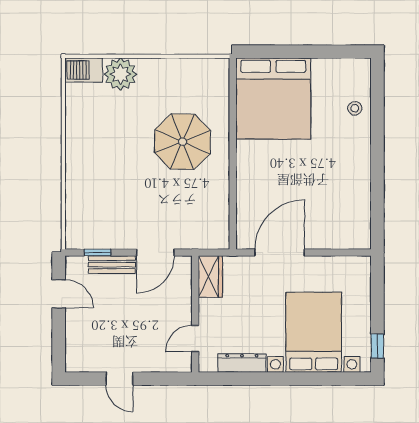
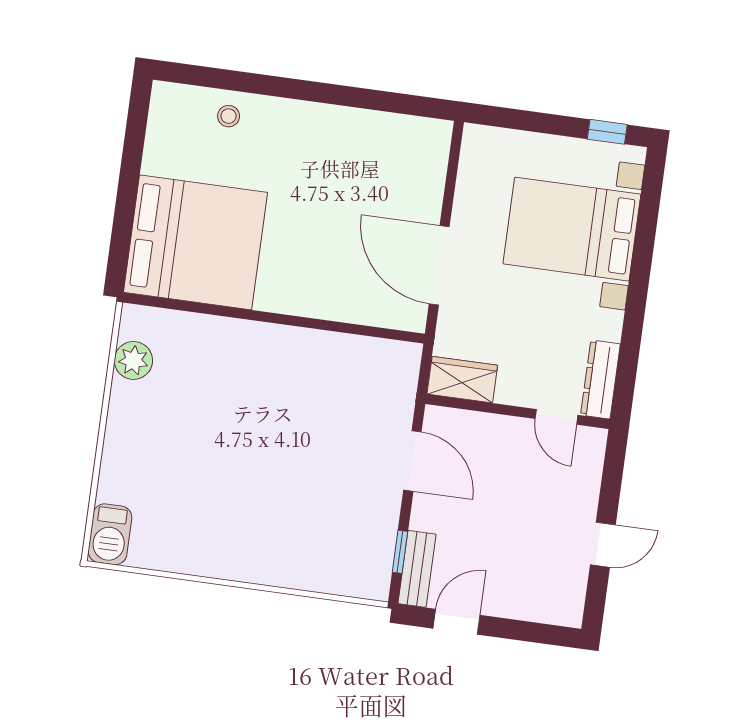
plant: (120, 74) -> (133, 360), moved, width x0.73, depth x0.73
parasol: (182, 142) -> (244, 394), removed
bench: (112, 265) -> (417, 569), moved
dresser: (242, 363) -> (600, 380), moved

